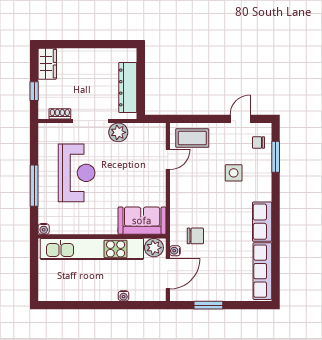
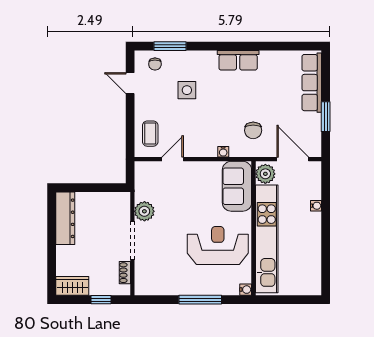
dresser: (128, 87) -> (65, 218), moved, turned -90
coffee table: (192, 138) -> (150, 134), width x0.73, depth x0.77
door: (168, 159) -> (173, 159), hinge flipped
reception desk: (77, 173) -> (218, 246), moved
chair: (195, 236) -> (253, 130), turned 180
water cooler: (175, 251) -> (223, 152), moved
row of seats: (262, 271) -> (312, 83), moved, turned 90

